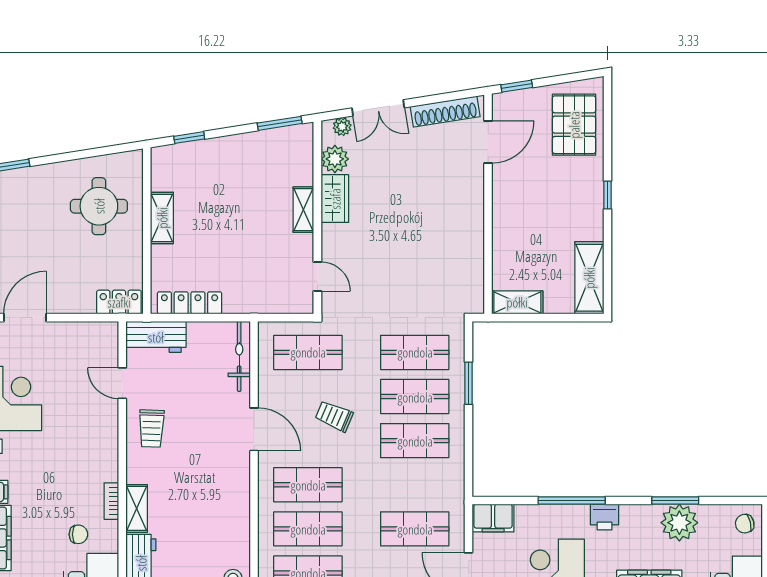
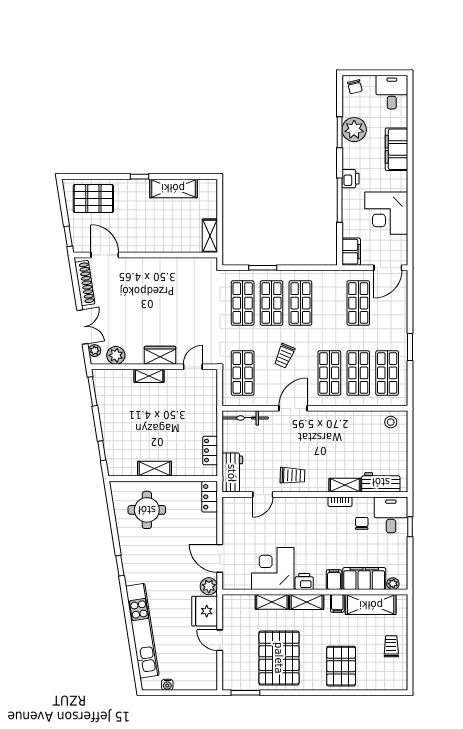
wardrobe: (335, 199) -> (160, 355), moved
shelving: (589, 278) -> (173, 188), moved
locker: (190, 303) -> (210, 451), width x0.66

